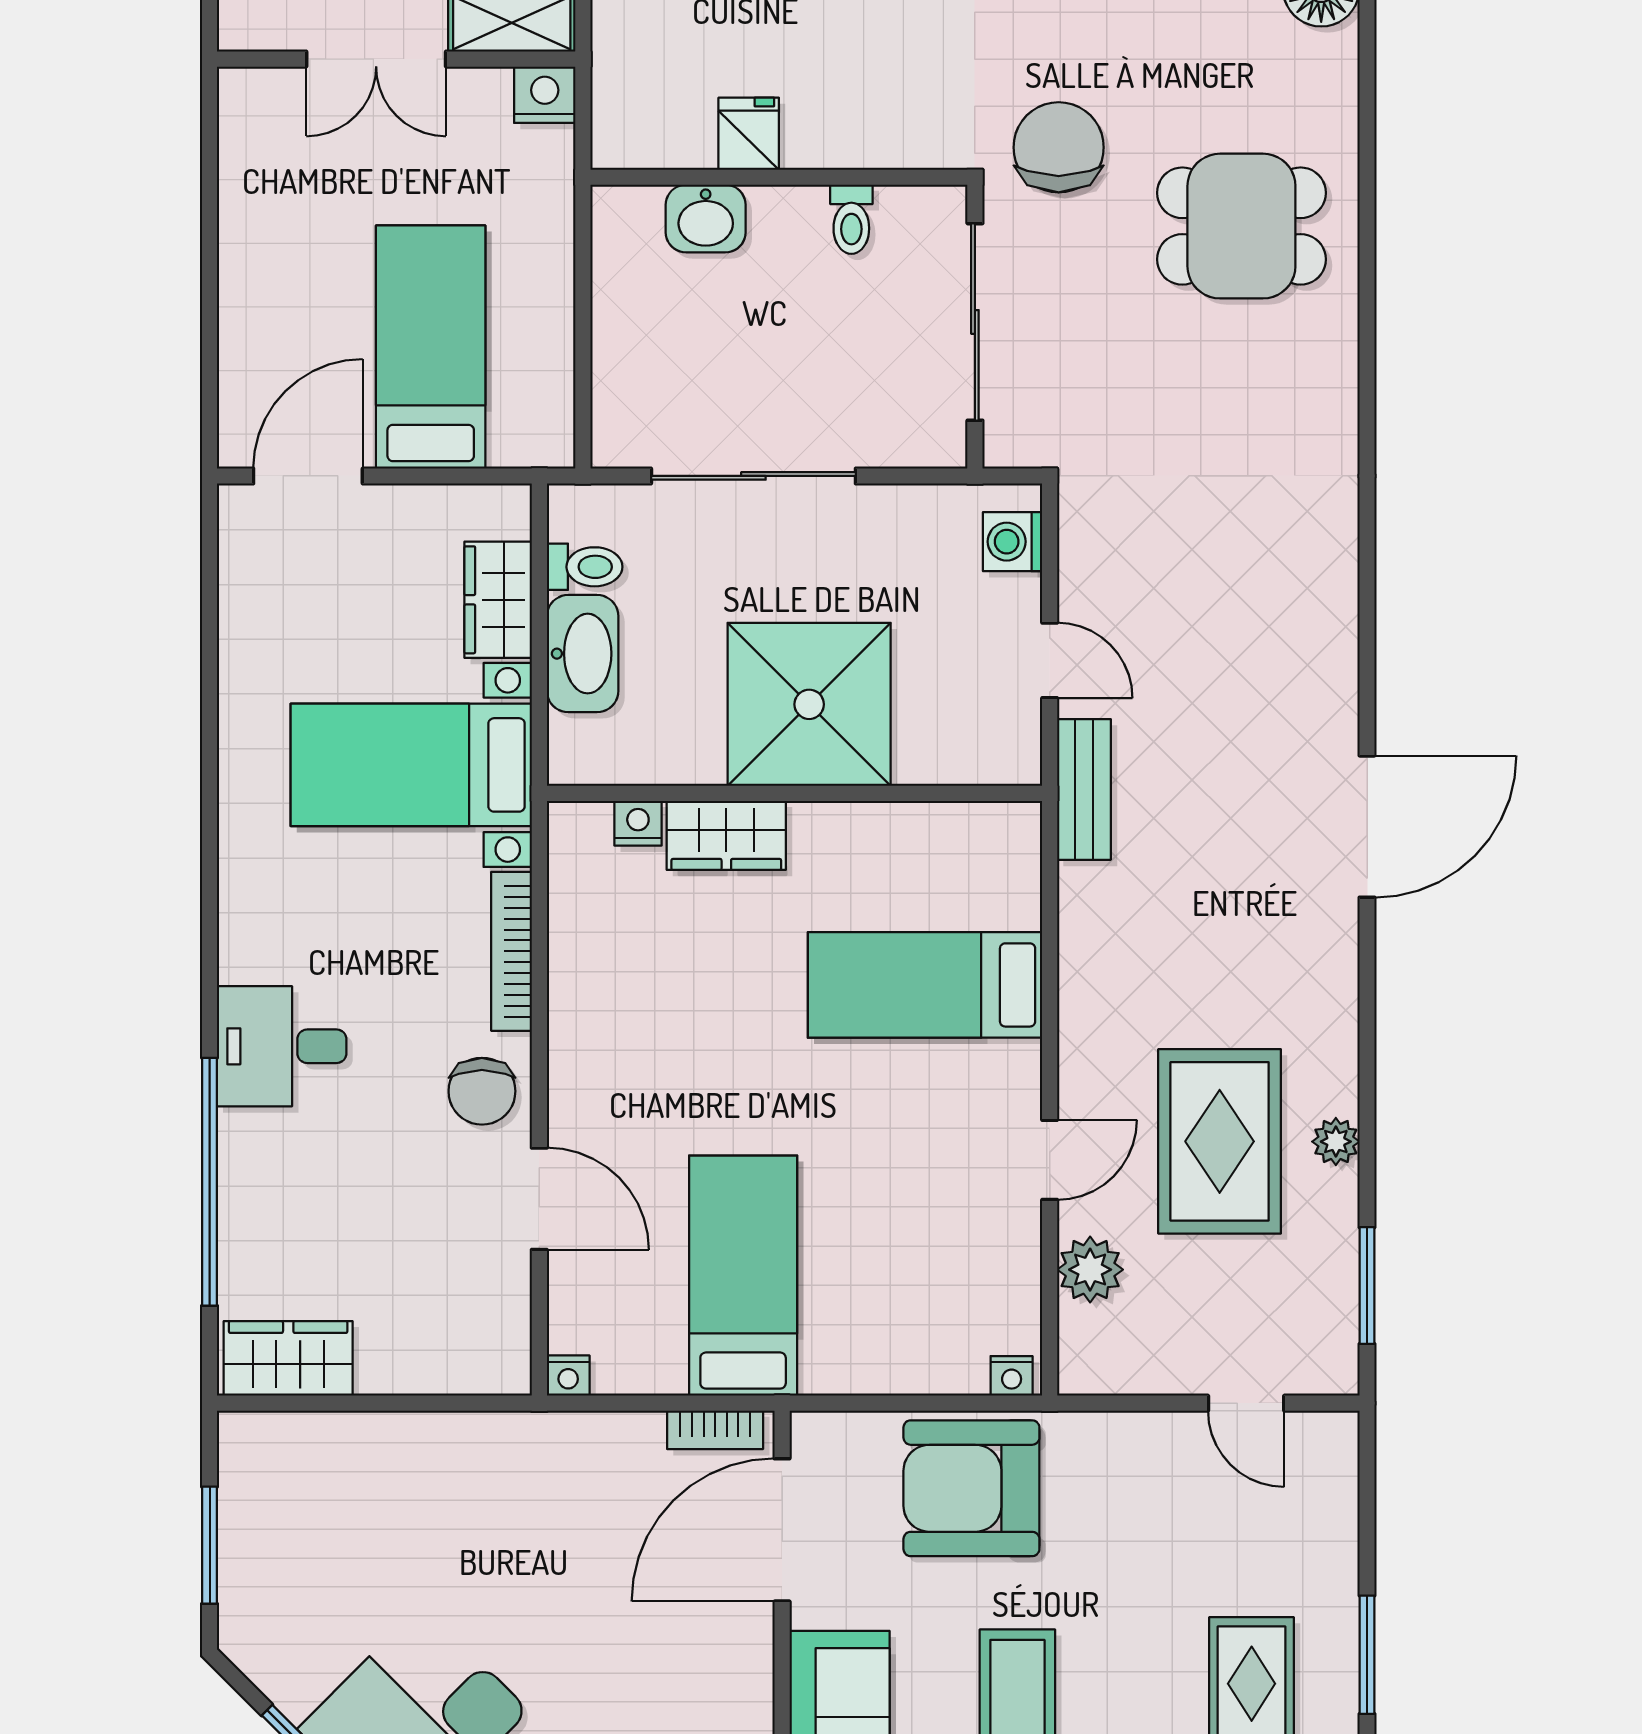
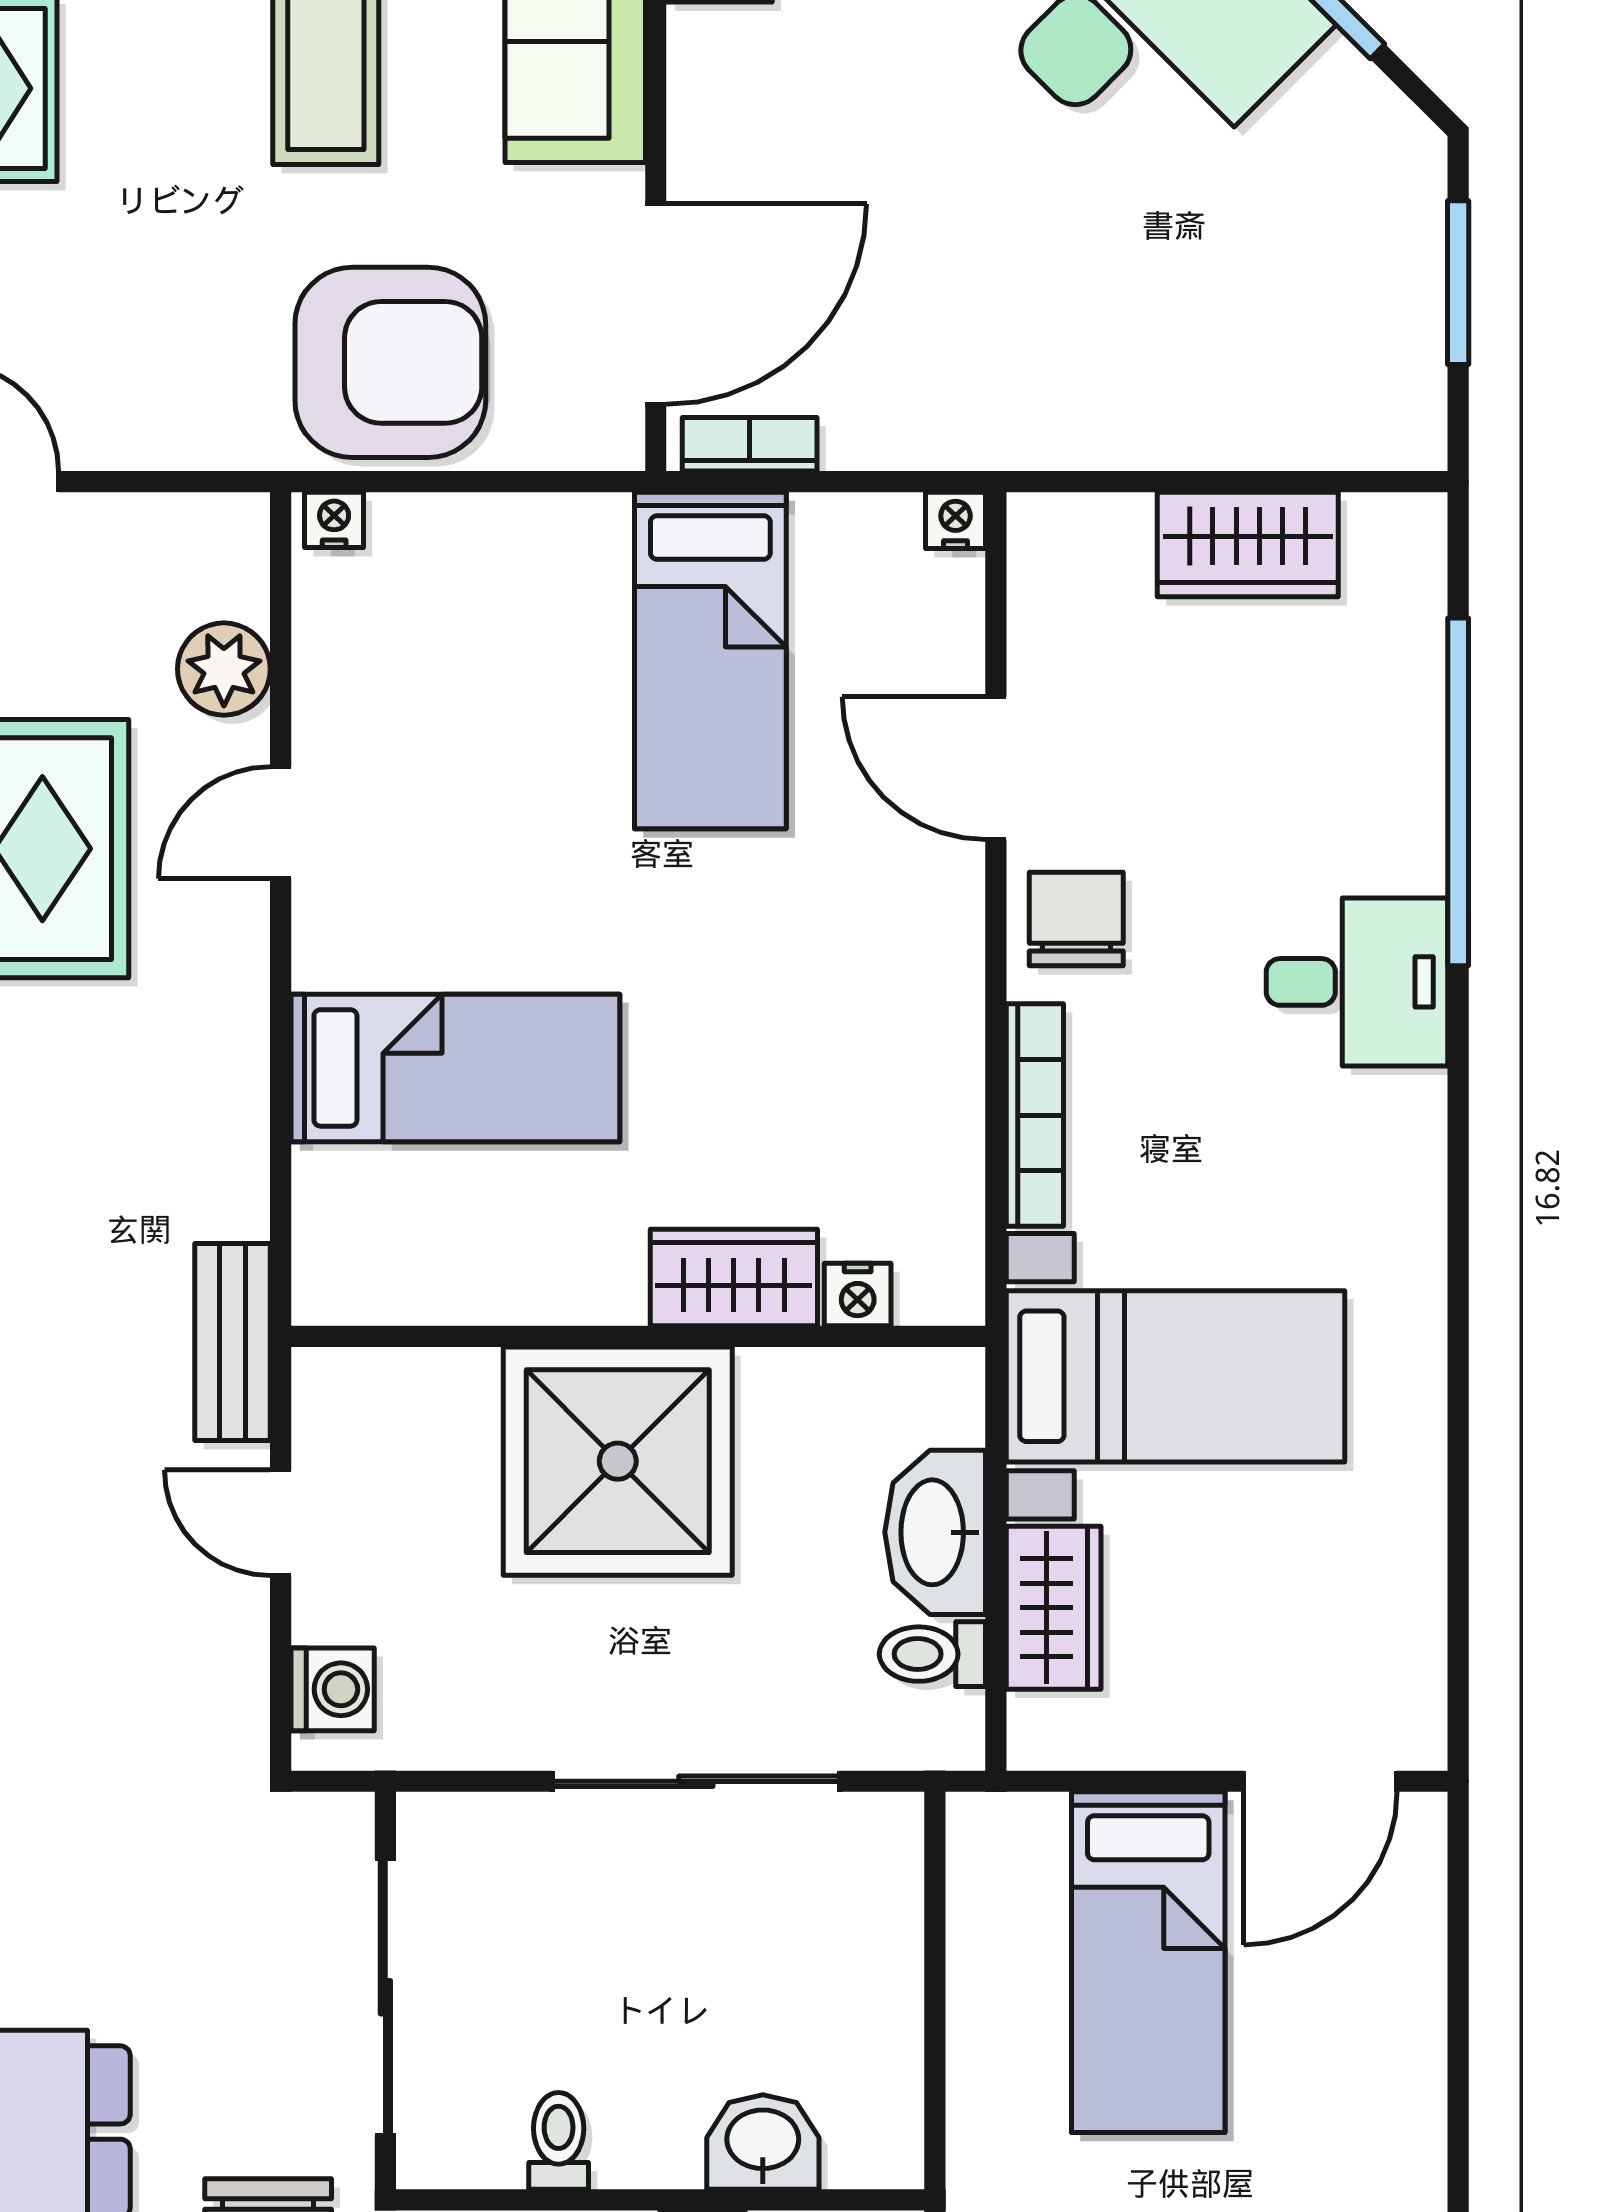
wardrobe: (288, 1358) -> (1248, 544), moved

